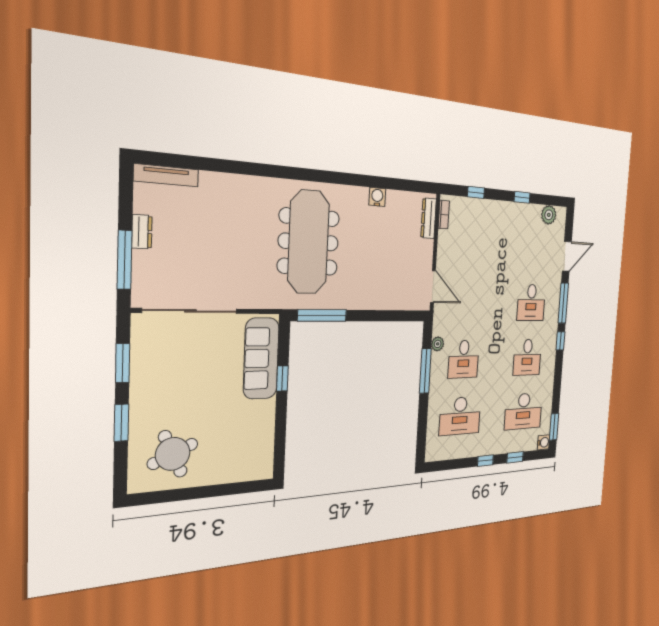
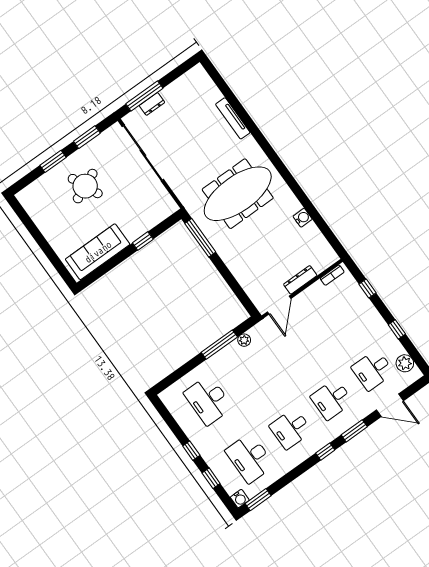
tv unit: (166, 175) -> (233, 118), moved
dresser: (429, 218) -> (300, 280), moved
dresser: (142, 232) -> (152, 104), moved
window: (563, 303) -> (354, 431), width x0.69
sofa: (261, 358) -> (98, 252), moved
desk: (464, 359) -> (373, 370), moved
round table: (173, 454) -> (85, 186), moved

